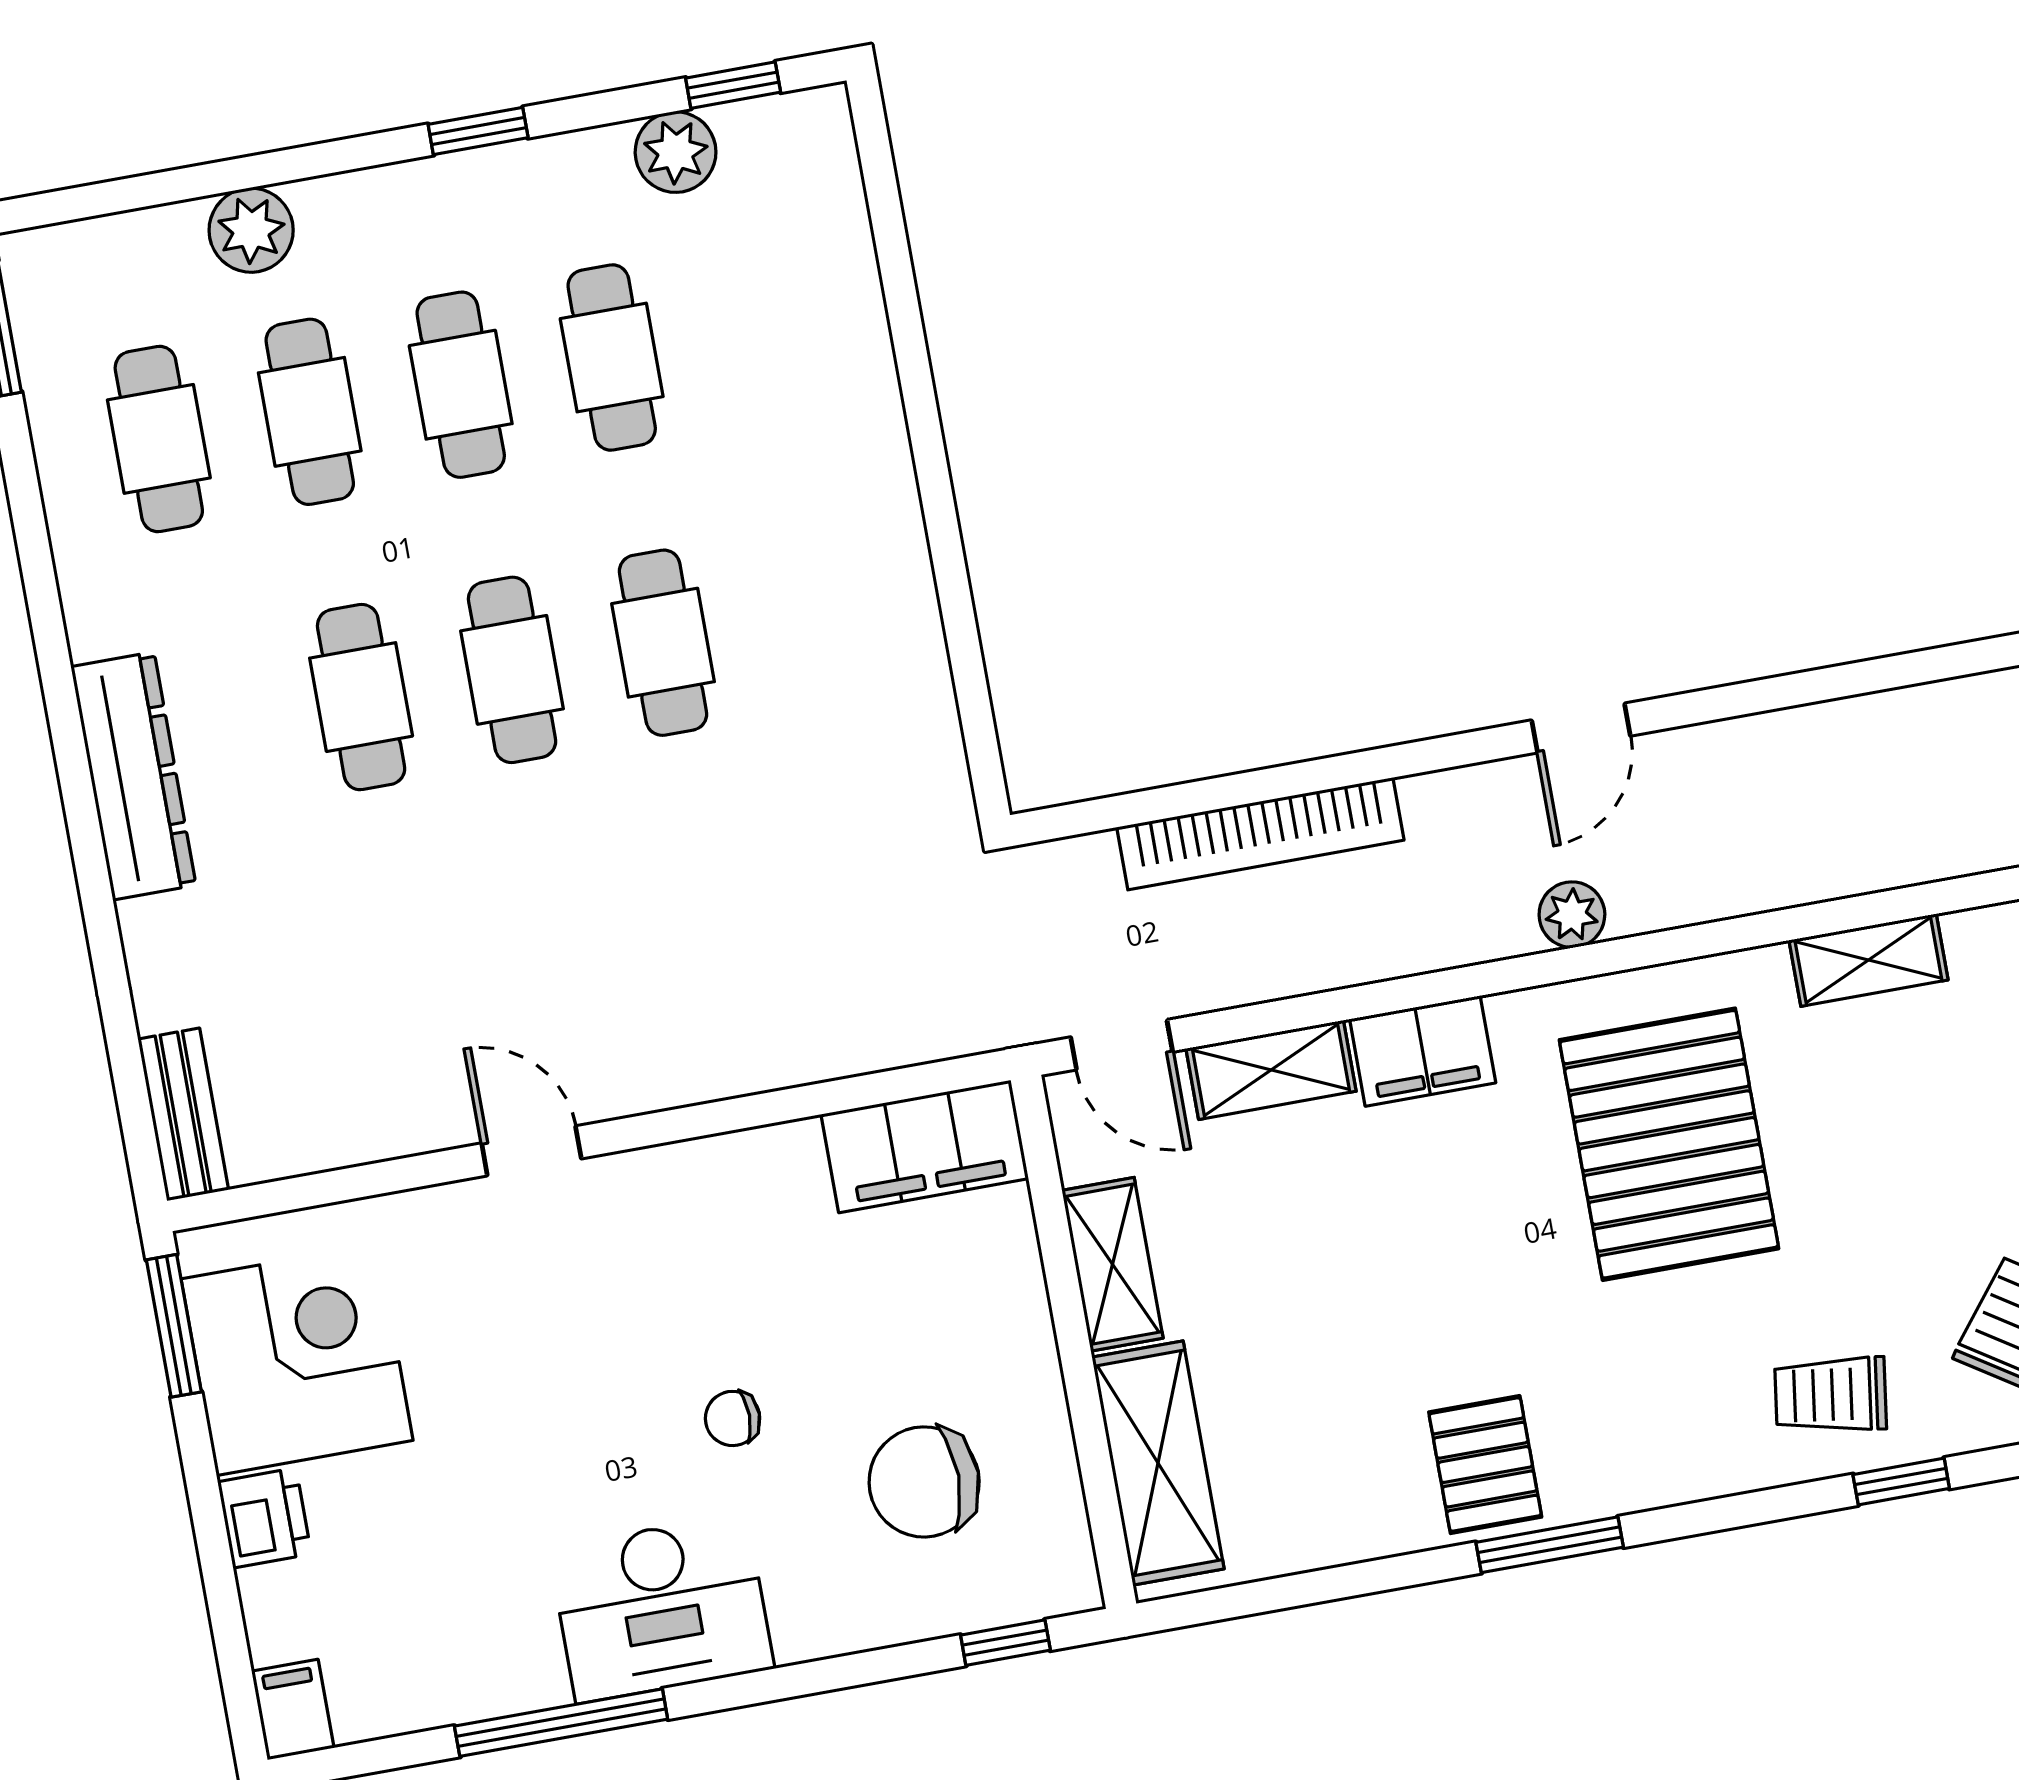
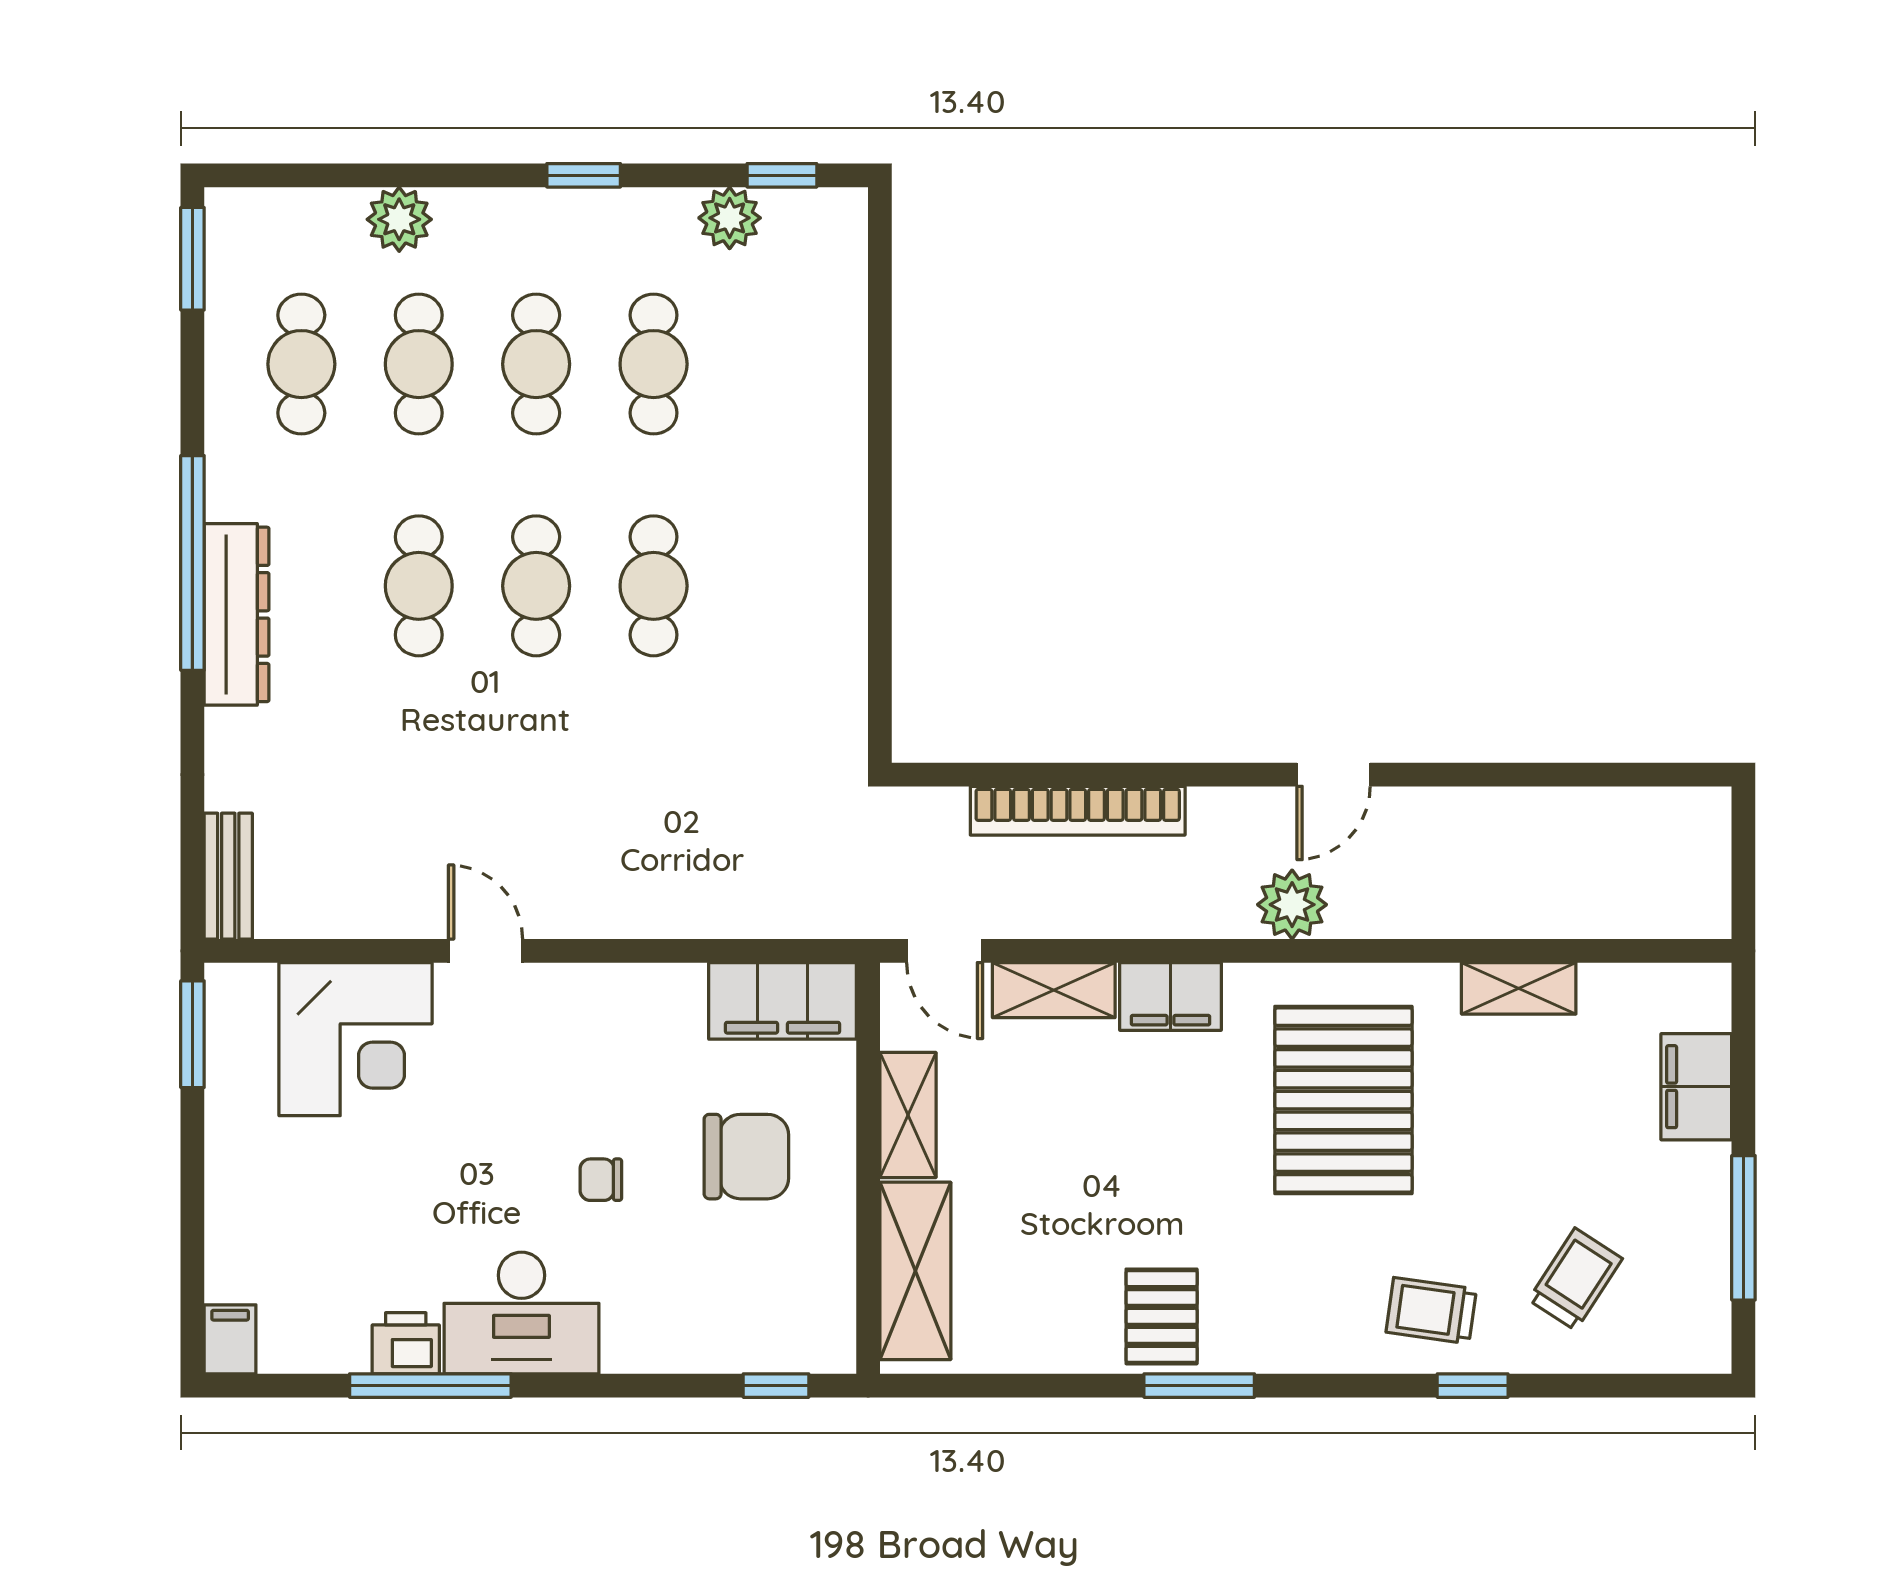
window: (65, 720) -> (192, 563), added
plant: (1572, 915) -> (1292, 905), width x1.38, depth x1.38
corner desk: (297, 1360) -> (355, 1039), moved, turned 90
chair: (924, 1482) -> (746, 1157), moved, turned 180
printer: (265, 1518) -> (406, 1343), moved, turned -90

